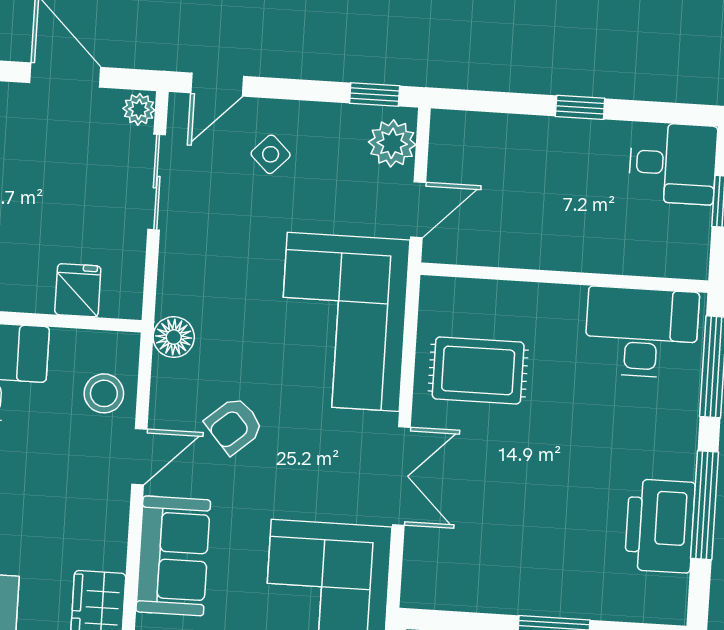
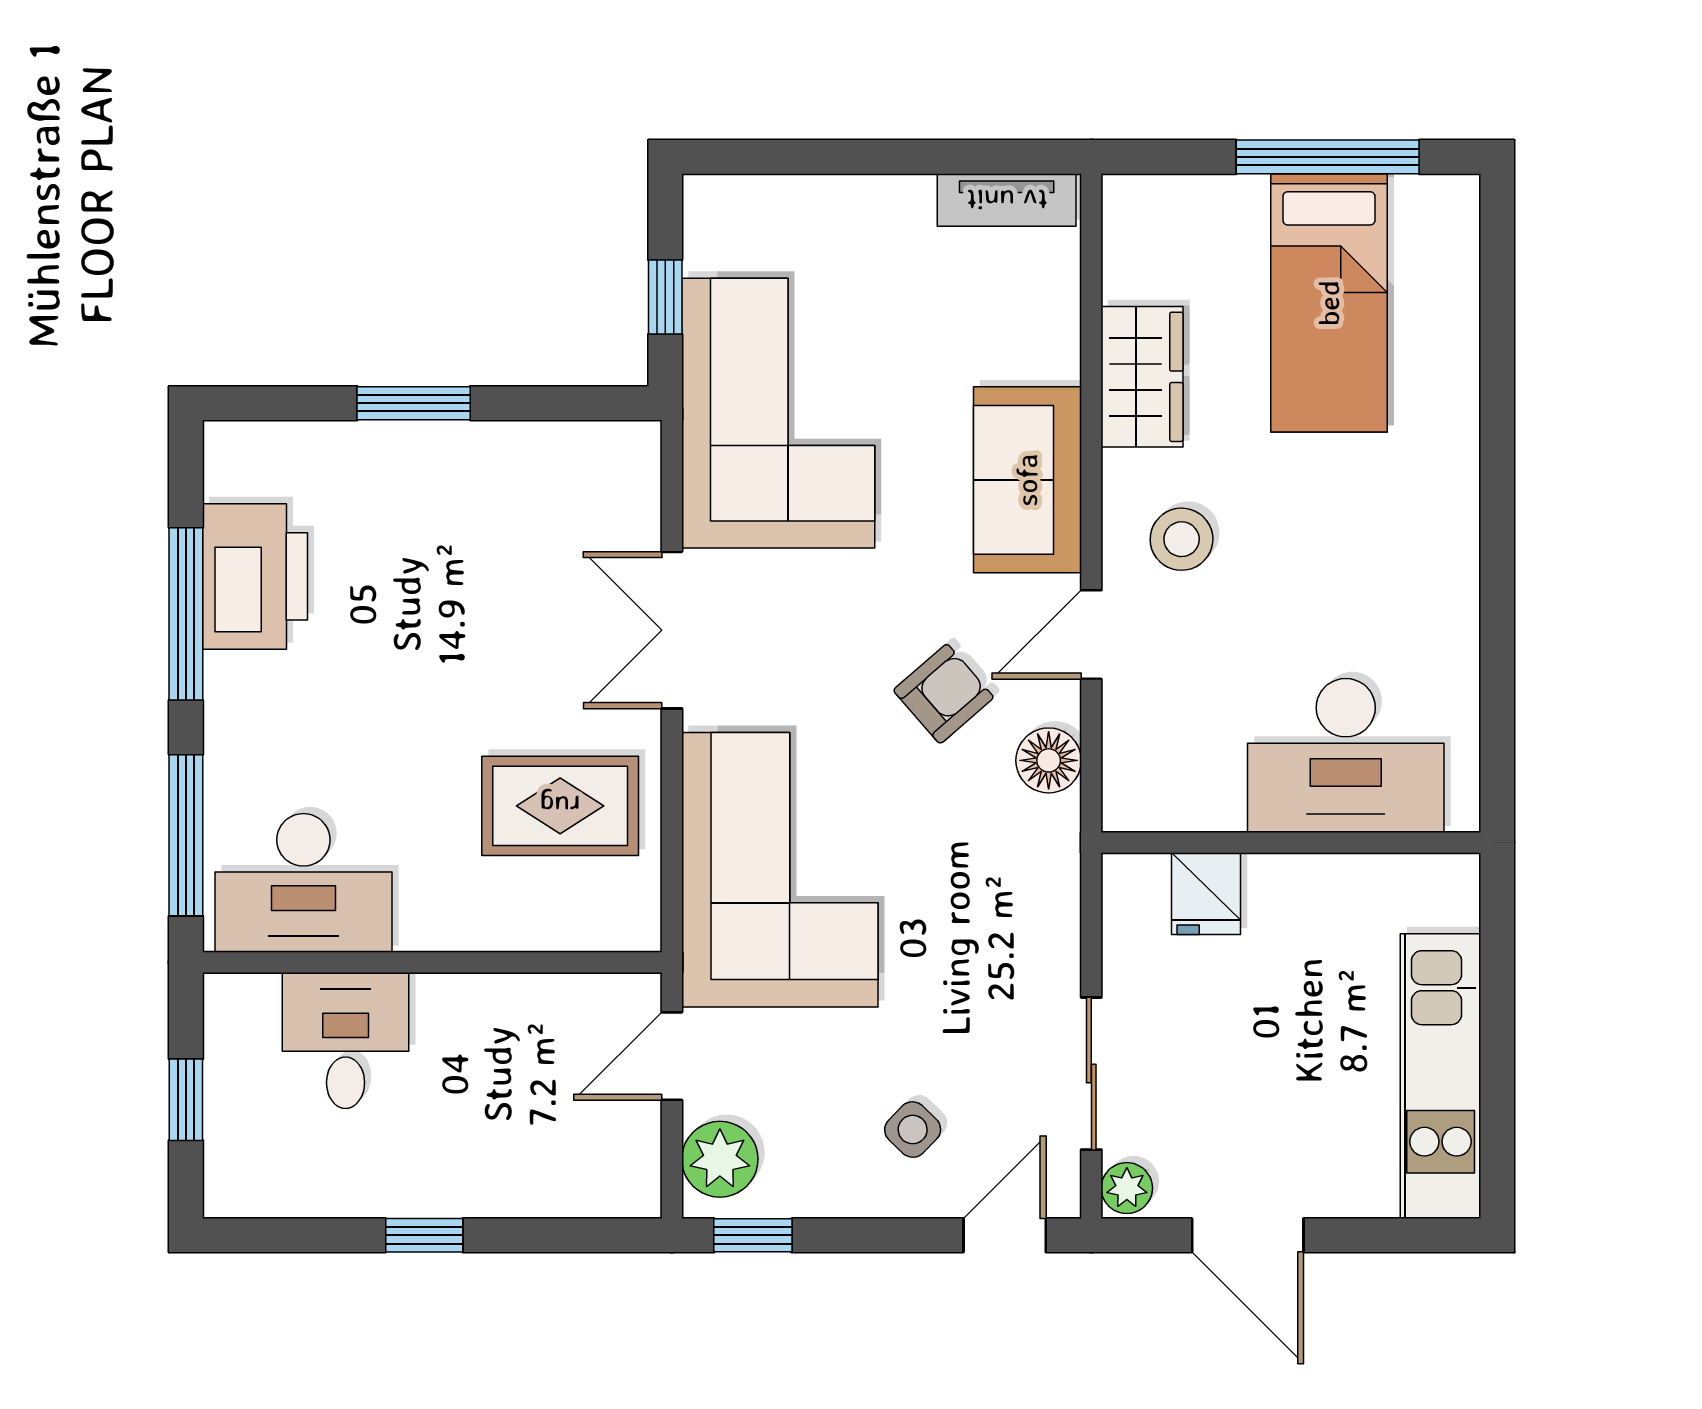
desk: (673, 163) -> (346, 1040), moved, turned 90
floor lamp: (174, 337) -> (1049, 760), moved
stool: (104, 393) -> (1182, 539), moved

